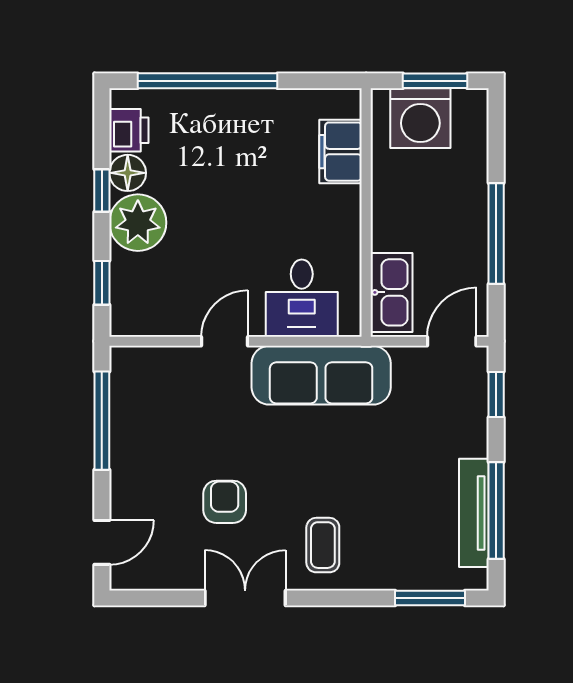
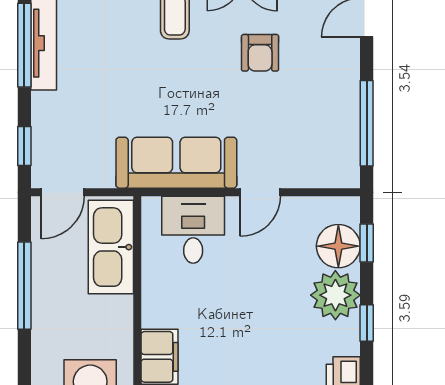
floor lamp: (128, 173) -> (338, 246), moved, width x1.38, depth x1.38
kitchen sink: (392, 292) -> (111, 247), width x1.36, depth x1.24

